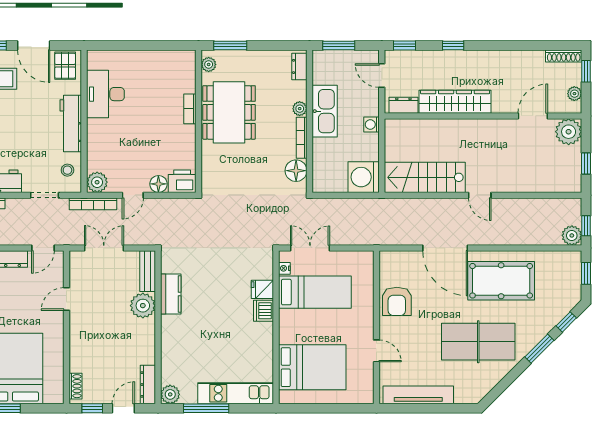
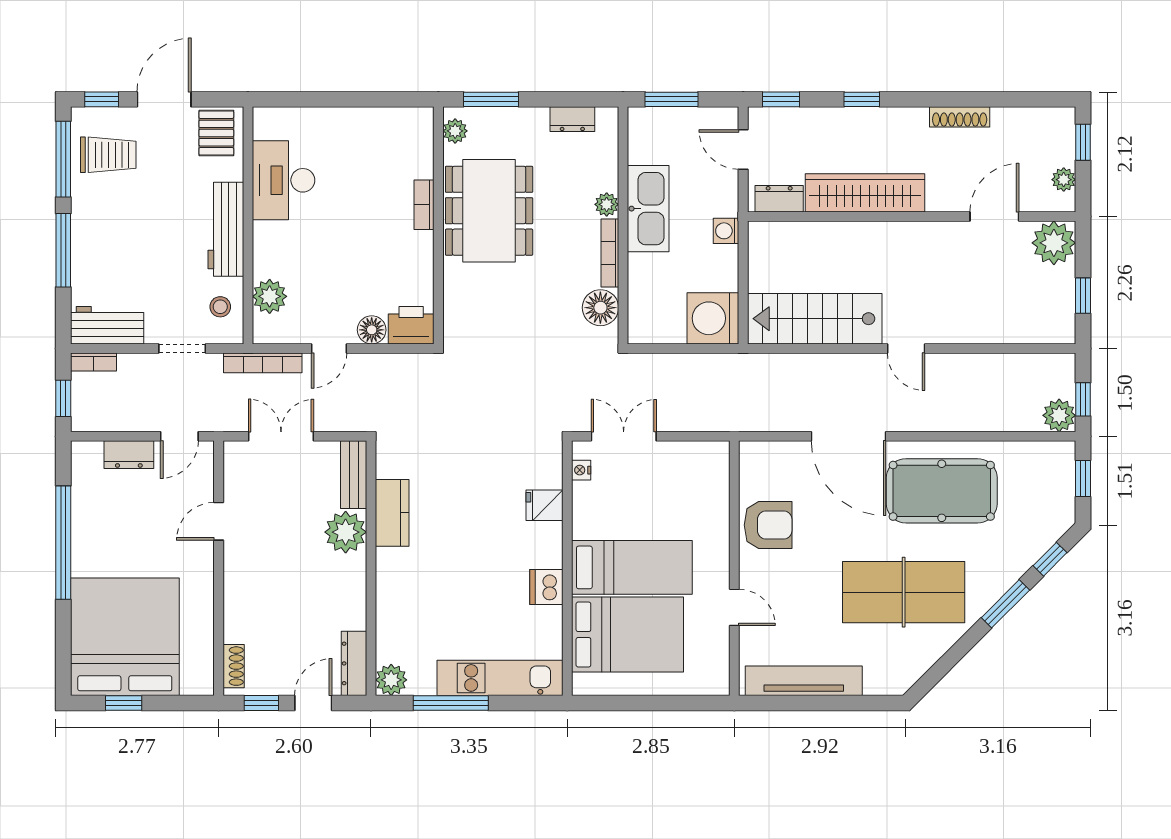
door: (34, 45) -> (164, 99), swing flipped
shoe rack: (564, 56) -> (960, 117), moved
dresser: (299, 66) -> (572, 119), moved, turned -90
plant: (97, 182) -> (270, 296), moved
bed: (315, 292) -> (632, 567), moved
armchair: (397, 301) -> (768, 525), turned -90
dishwasher: (264, 311) -> (546, 587), moved

